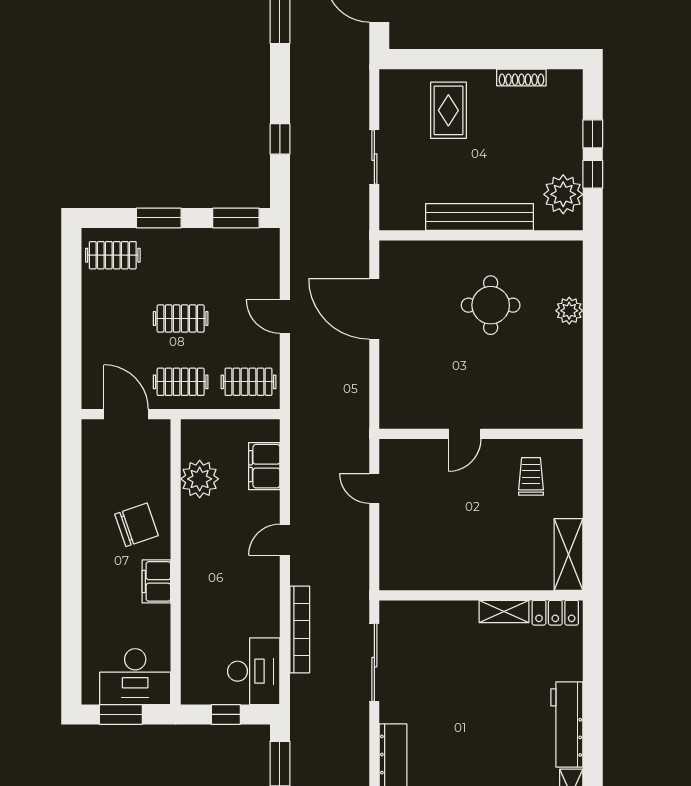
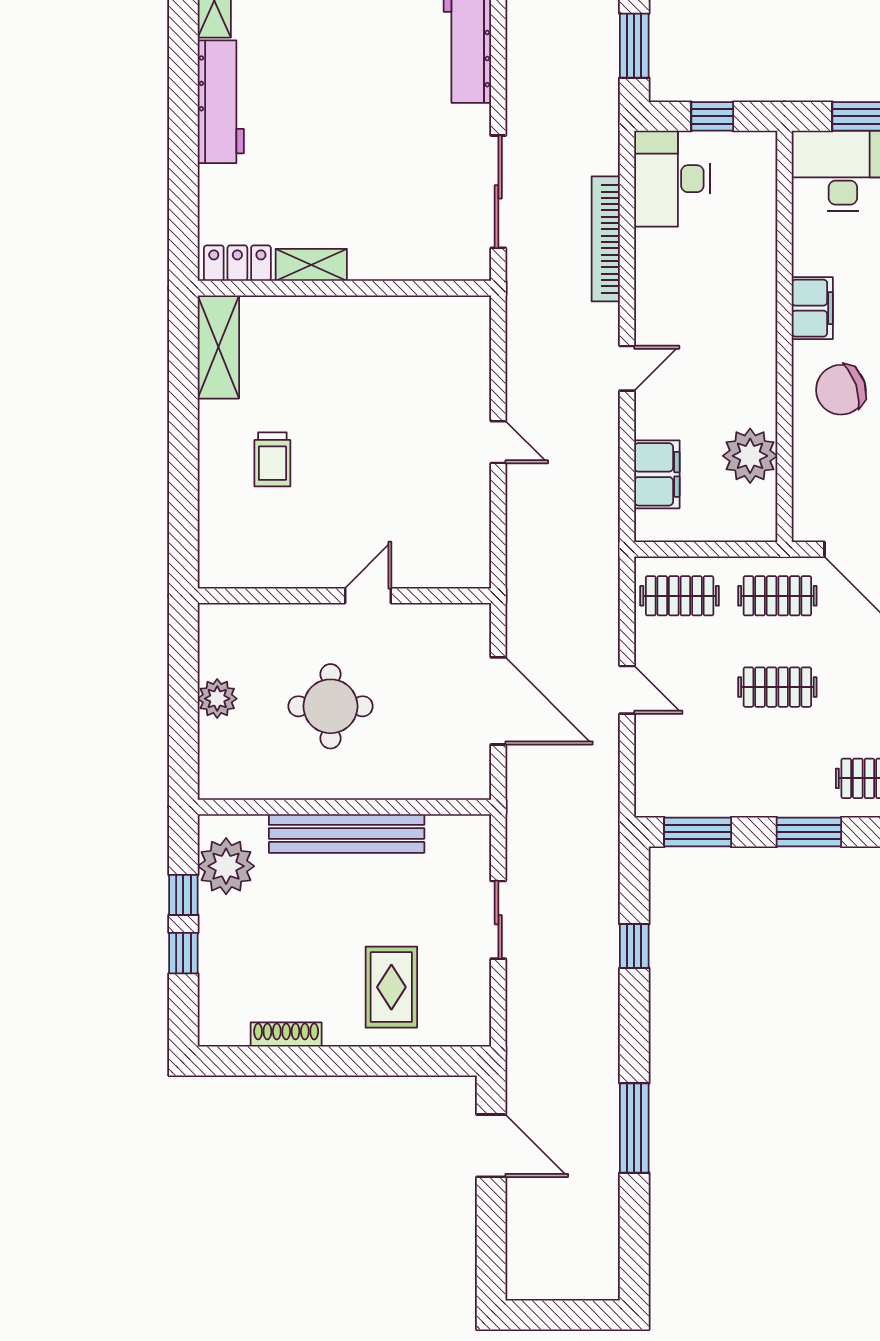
door: (465, 434) -> (368, 596), moved
wall: (481, 434) -> (344, 596), moved

